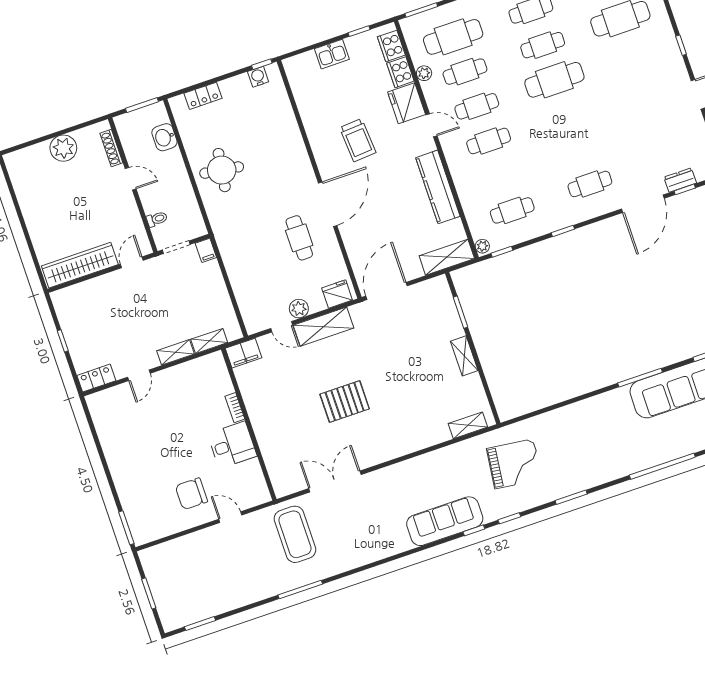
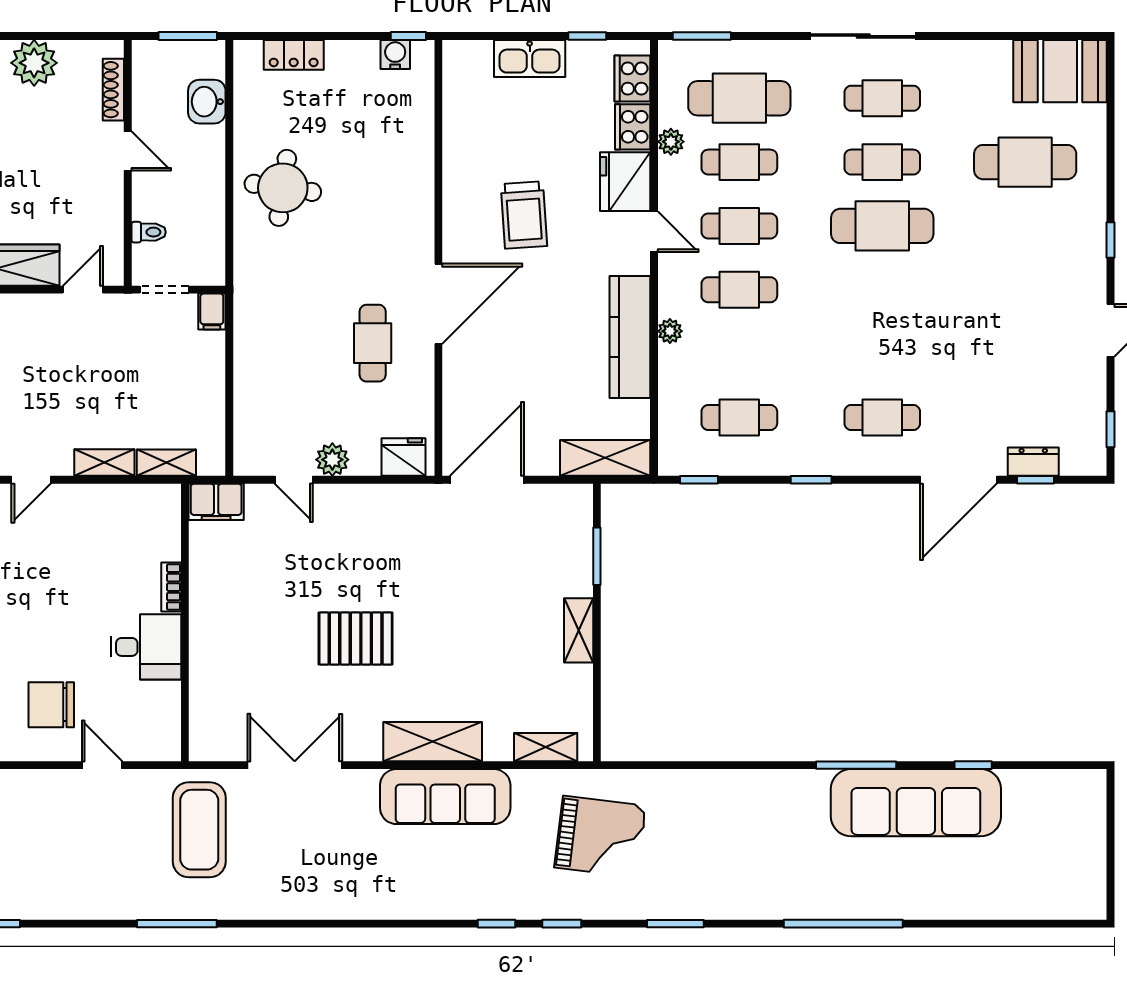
kitchen sink: (332, 54) -> (530, 58), width x1.38
plant: (482, 246) -> (670, 331), moved
shelving: (324, 327) -> (433, 742), moved
sofa: (445, 521) -> (445, 797), moved, turned 180

